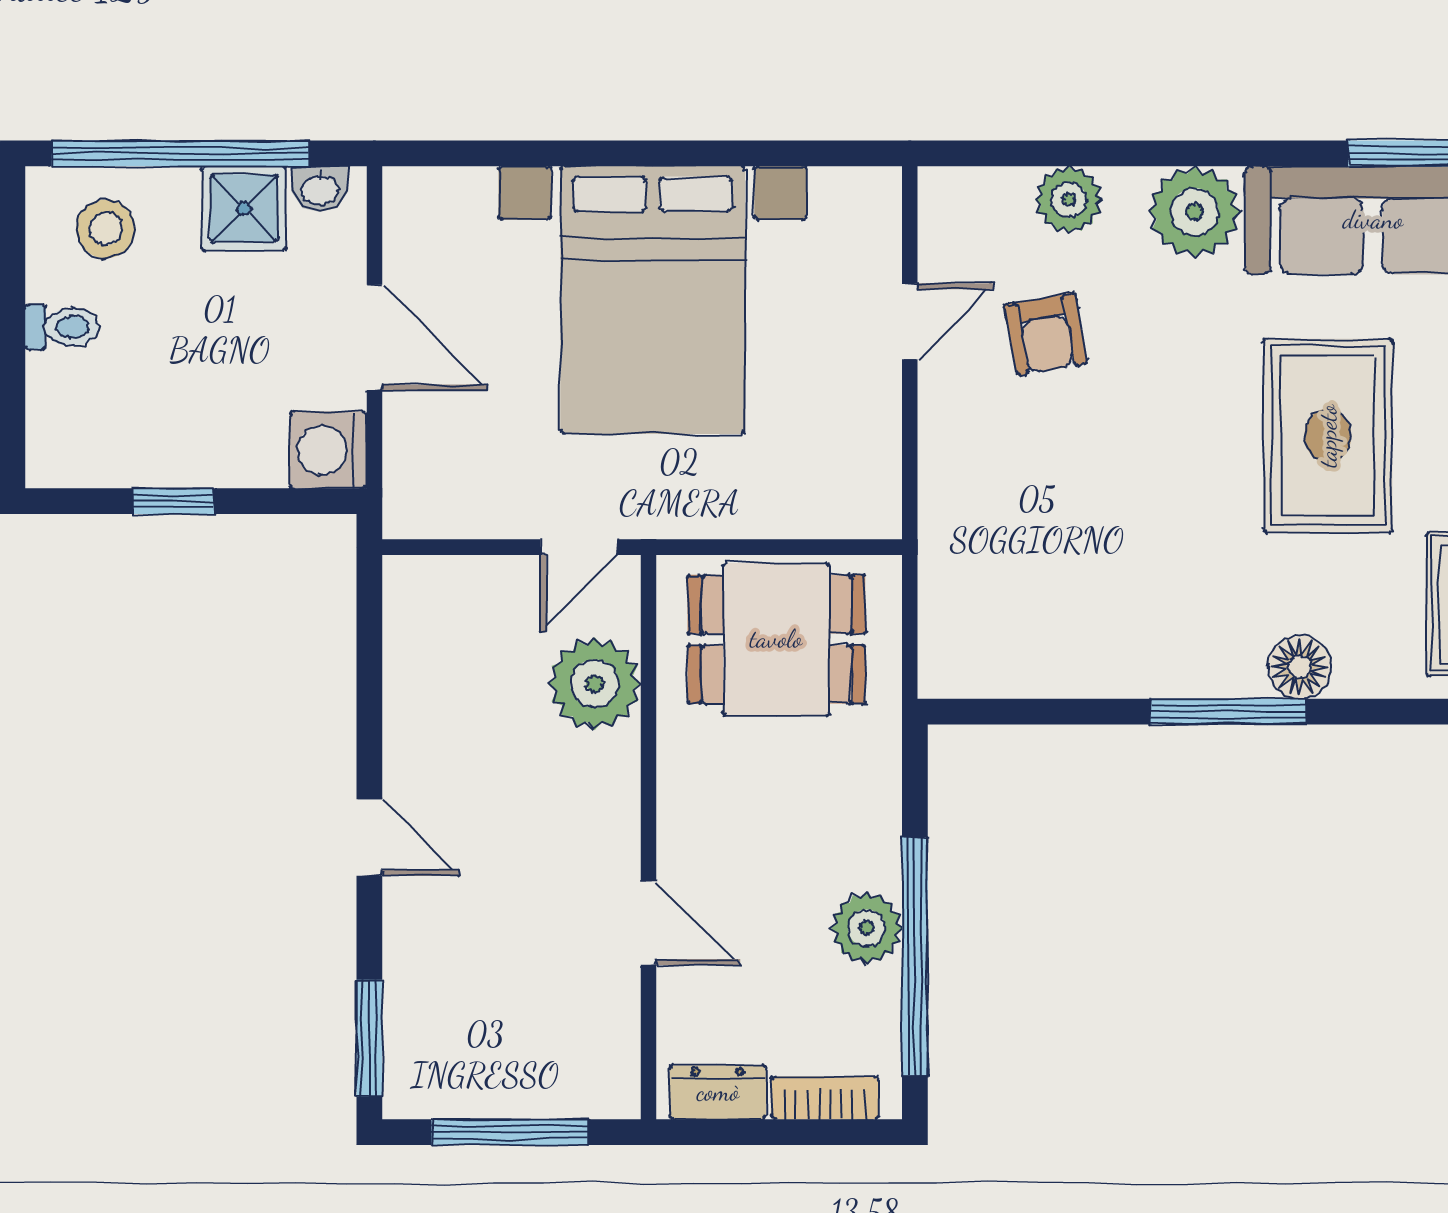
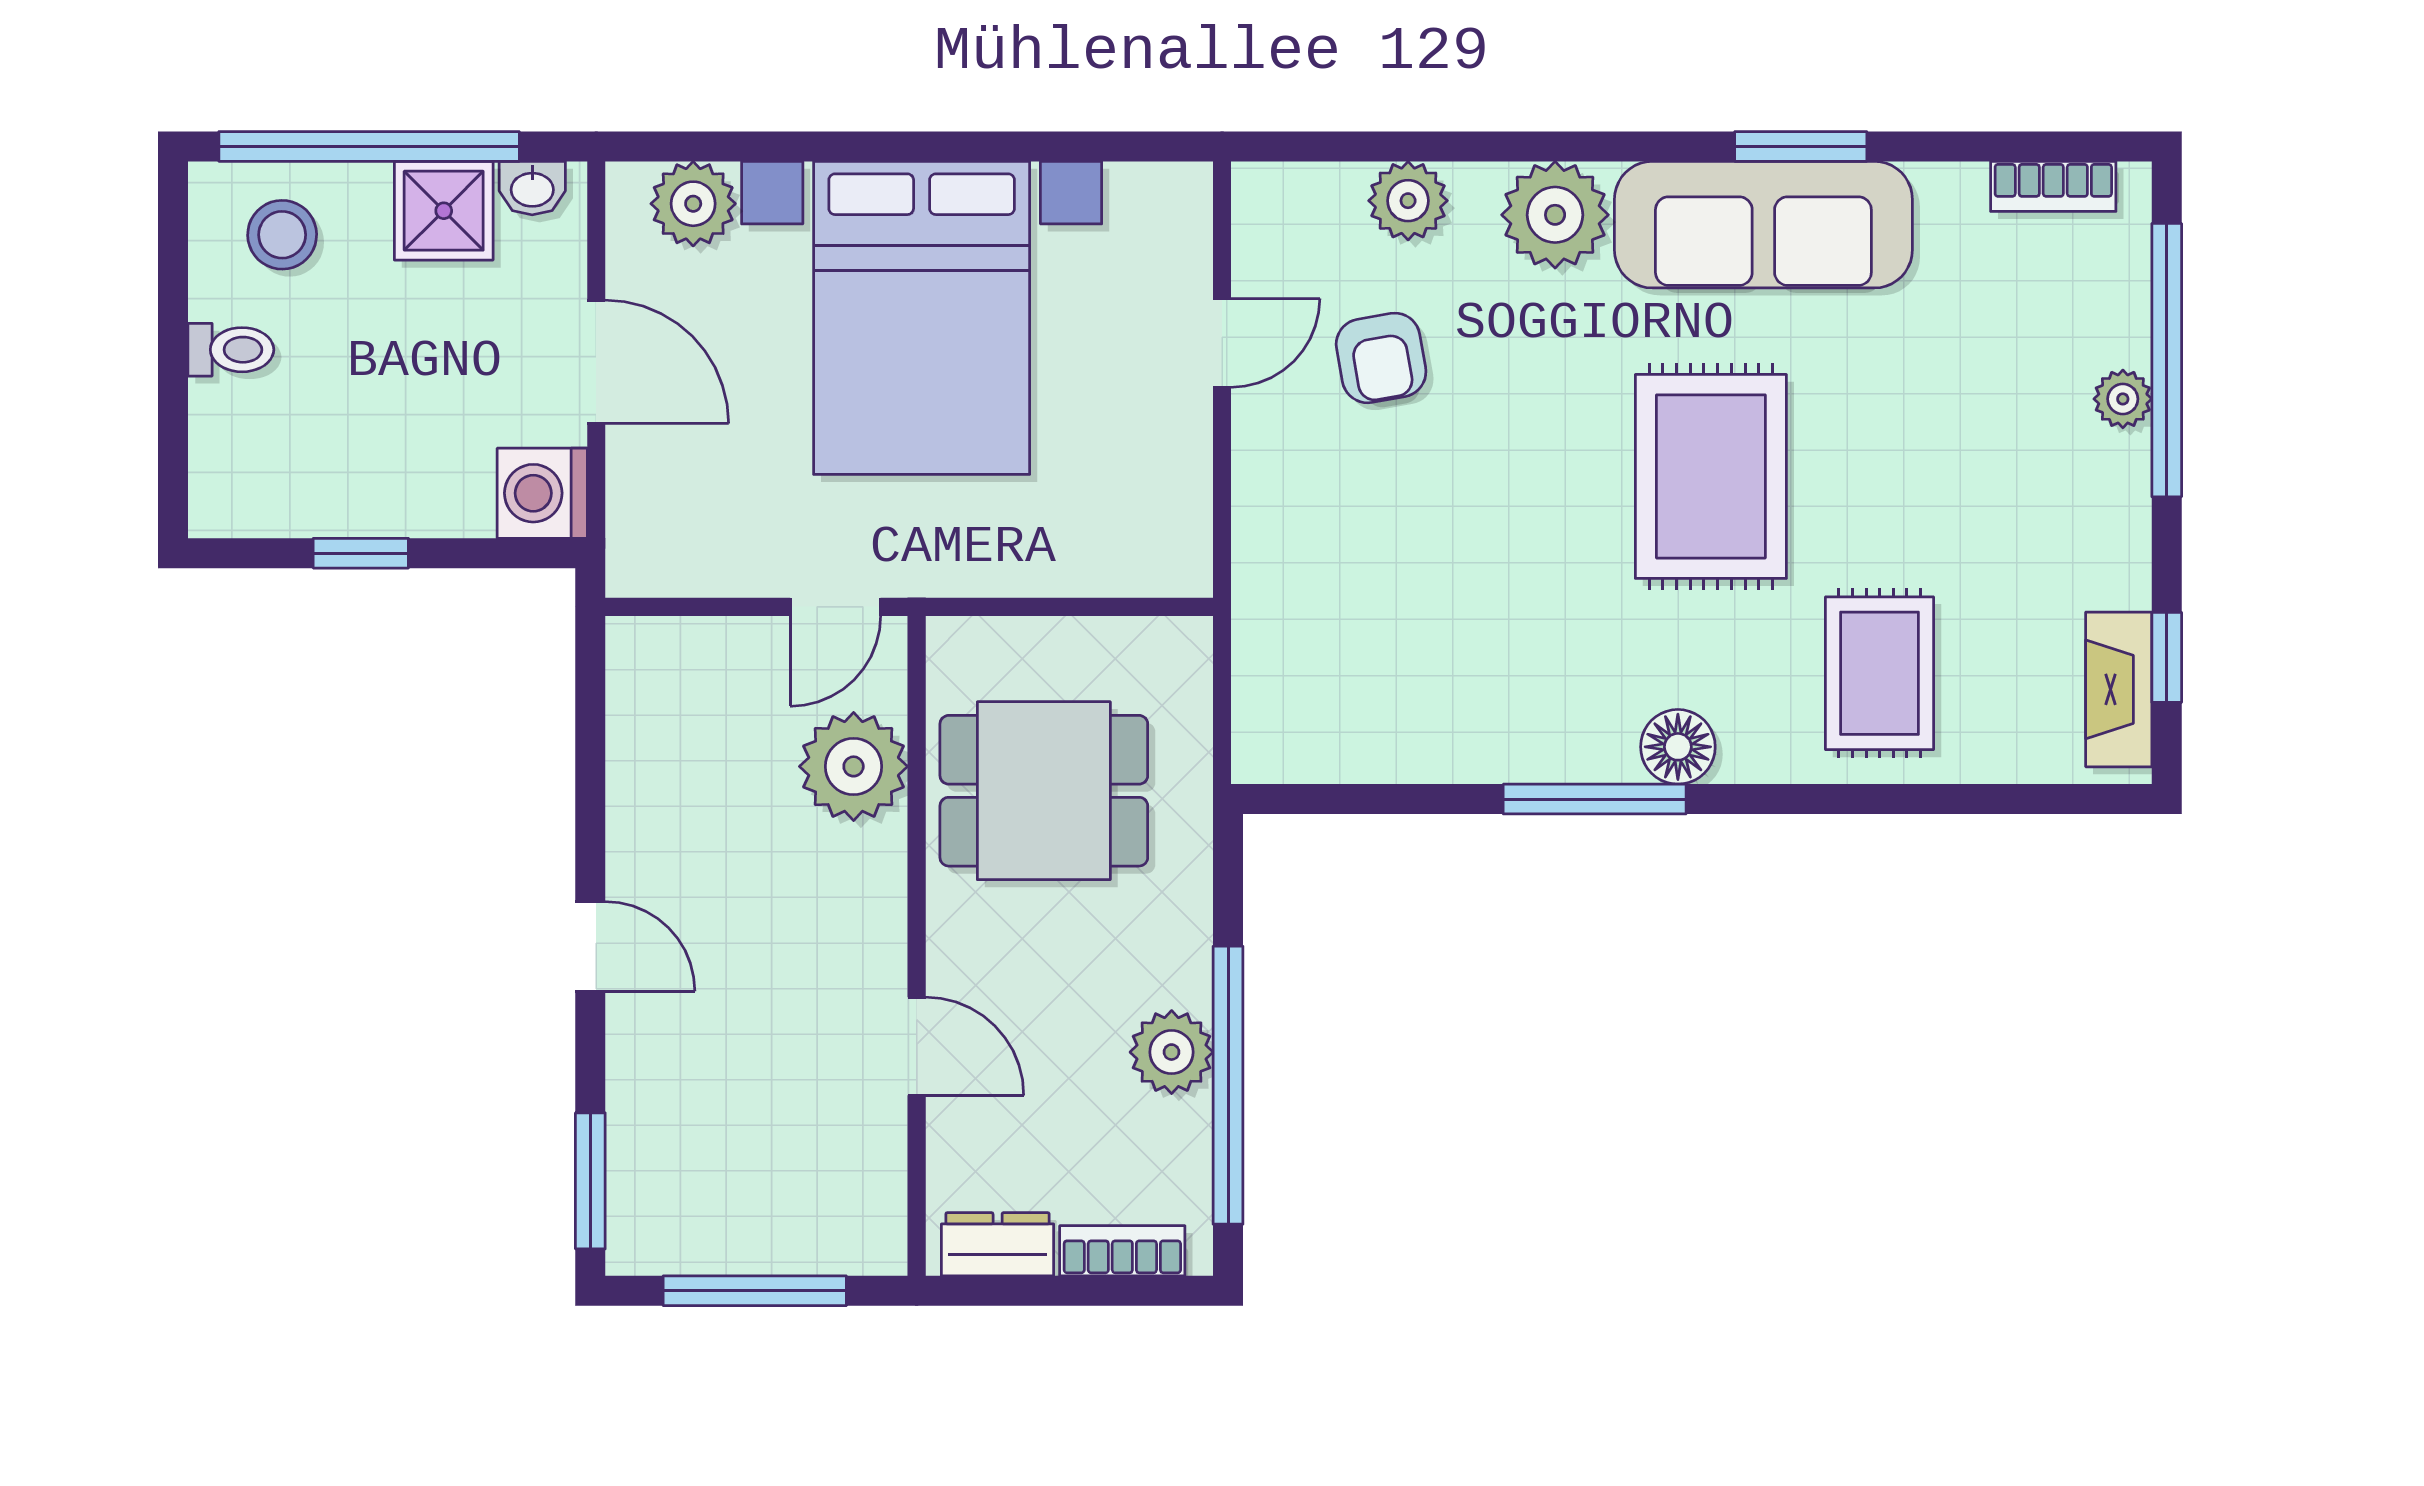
plant: (457, 202) -> (693, 204), added
dining table: (776, 639) -> (1044, 791), moved

